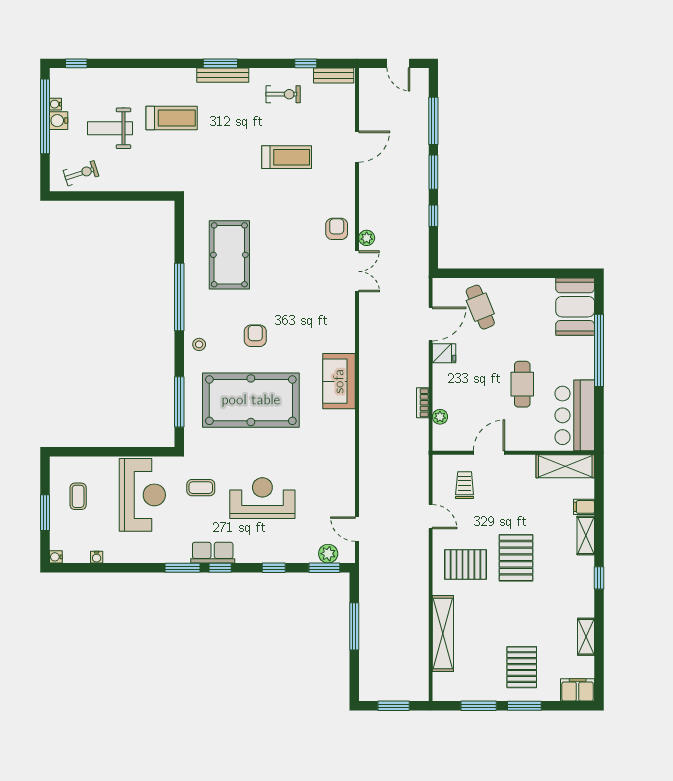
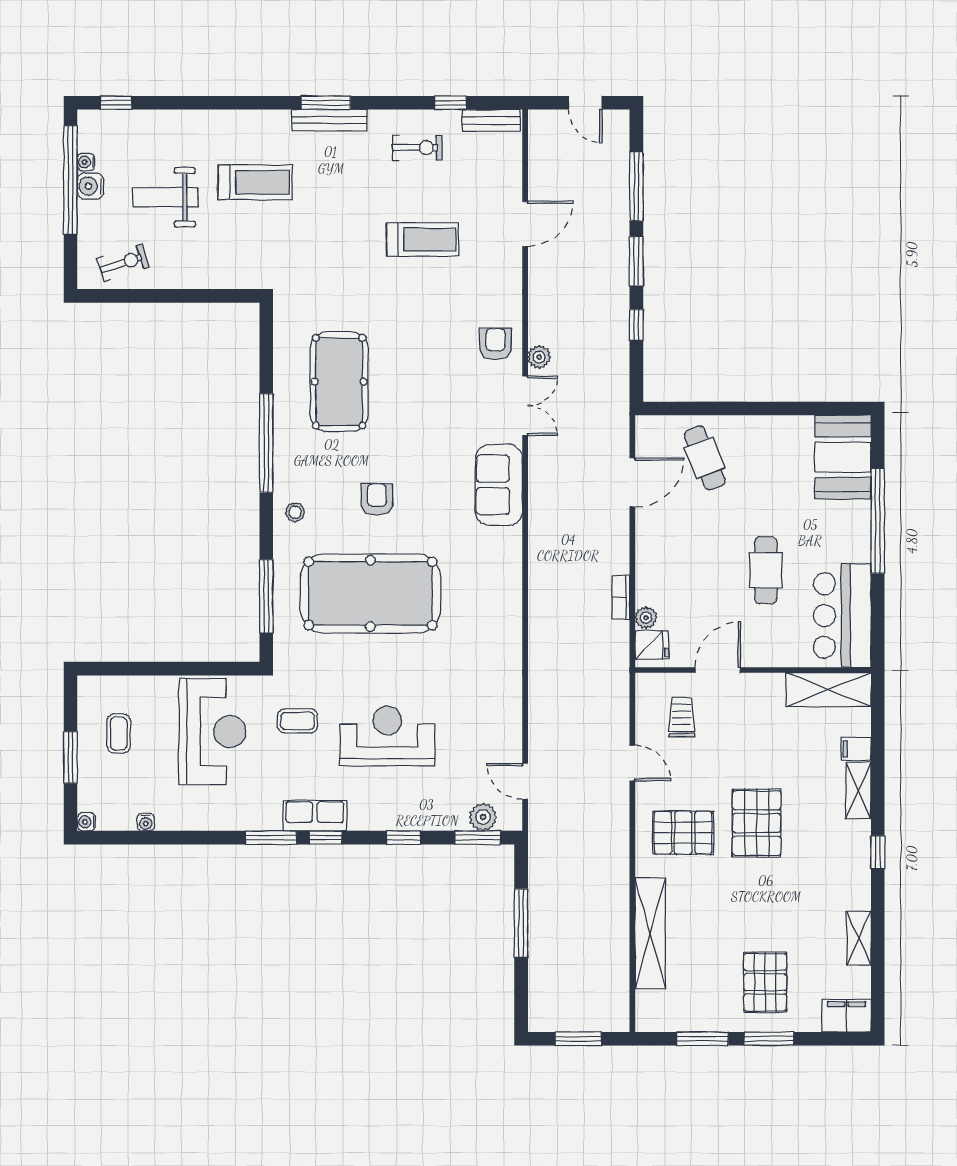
fridge: (444, 353) -> (652, 645), moved
sofa: (339, 381) -> (499, 485), moved

